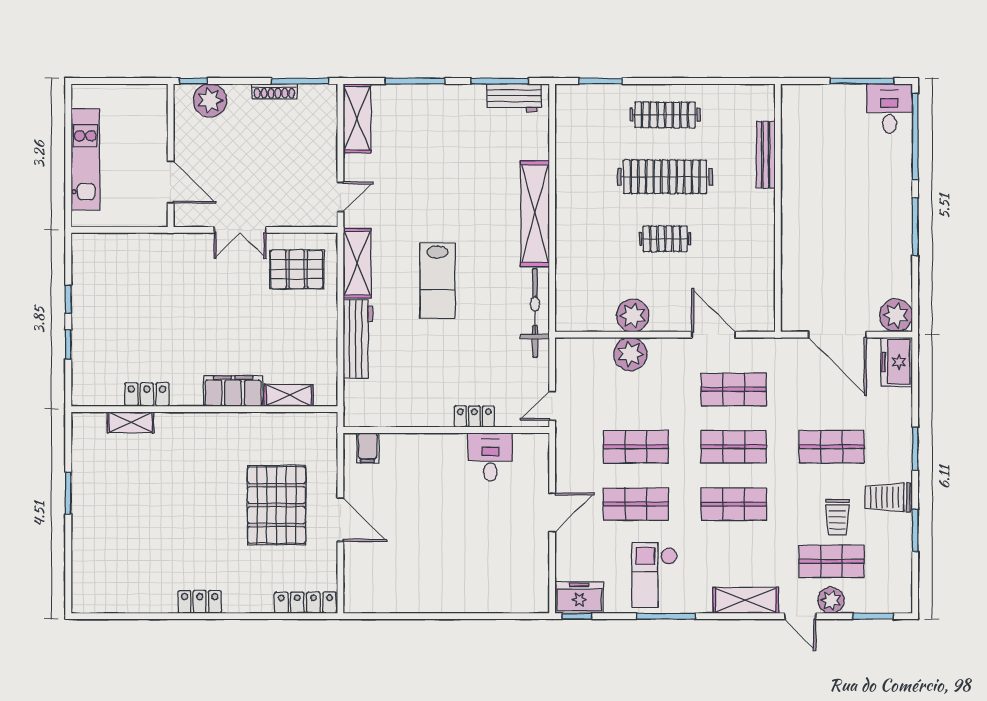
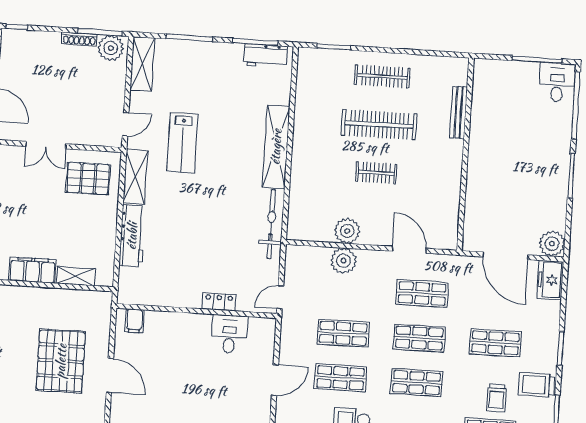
plant: (210, 100) -> (111, 48), moved
lab bench: (437, 281) -> (182, 143), moved

